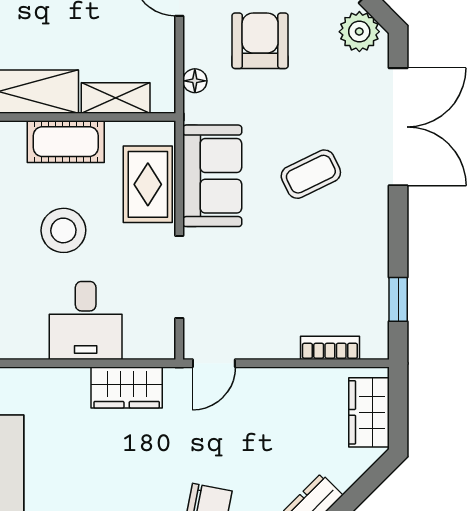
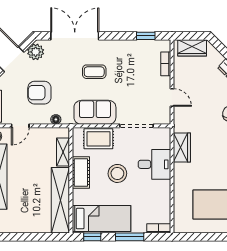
coffee table: (311, 174) -> (94, 72), turned -64
door: (214, 363) -> (172, 97), moved

